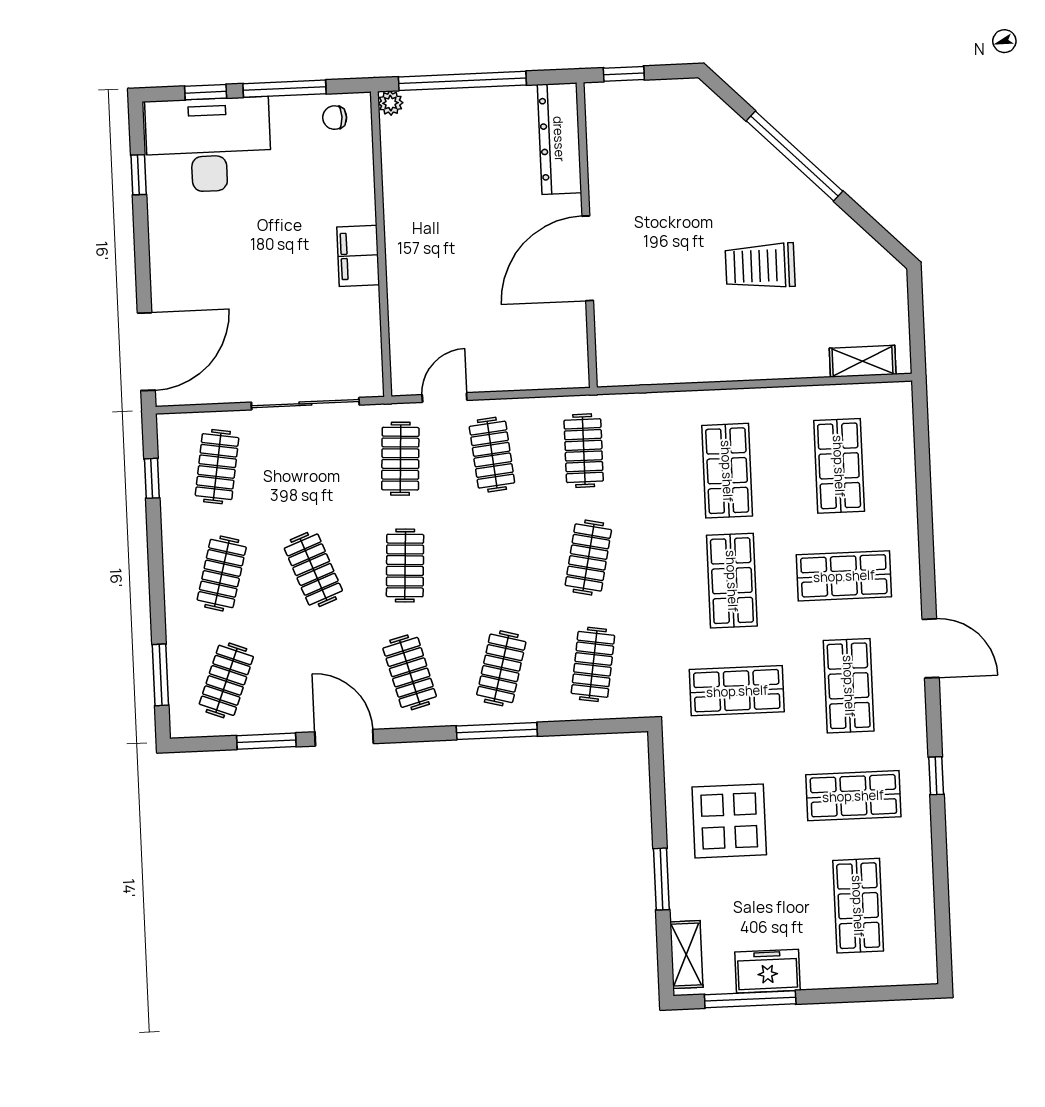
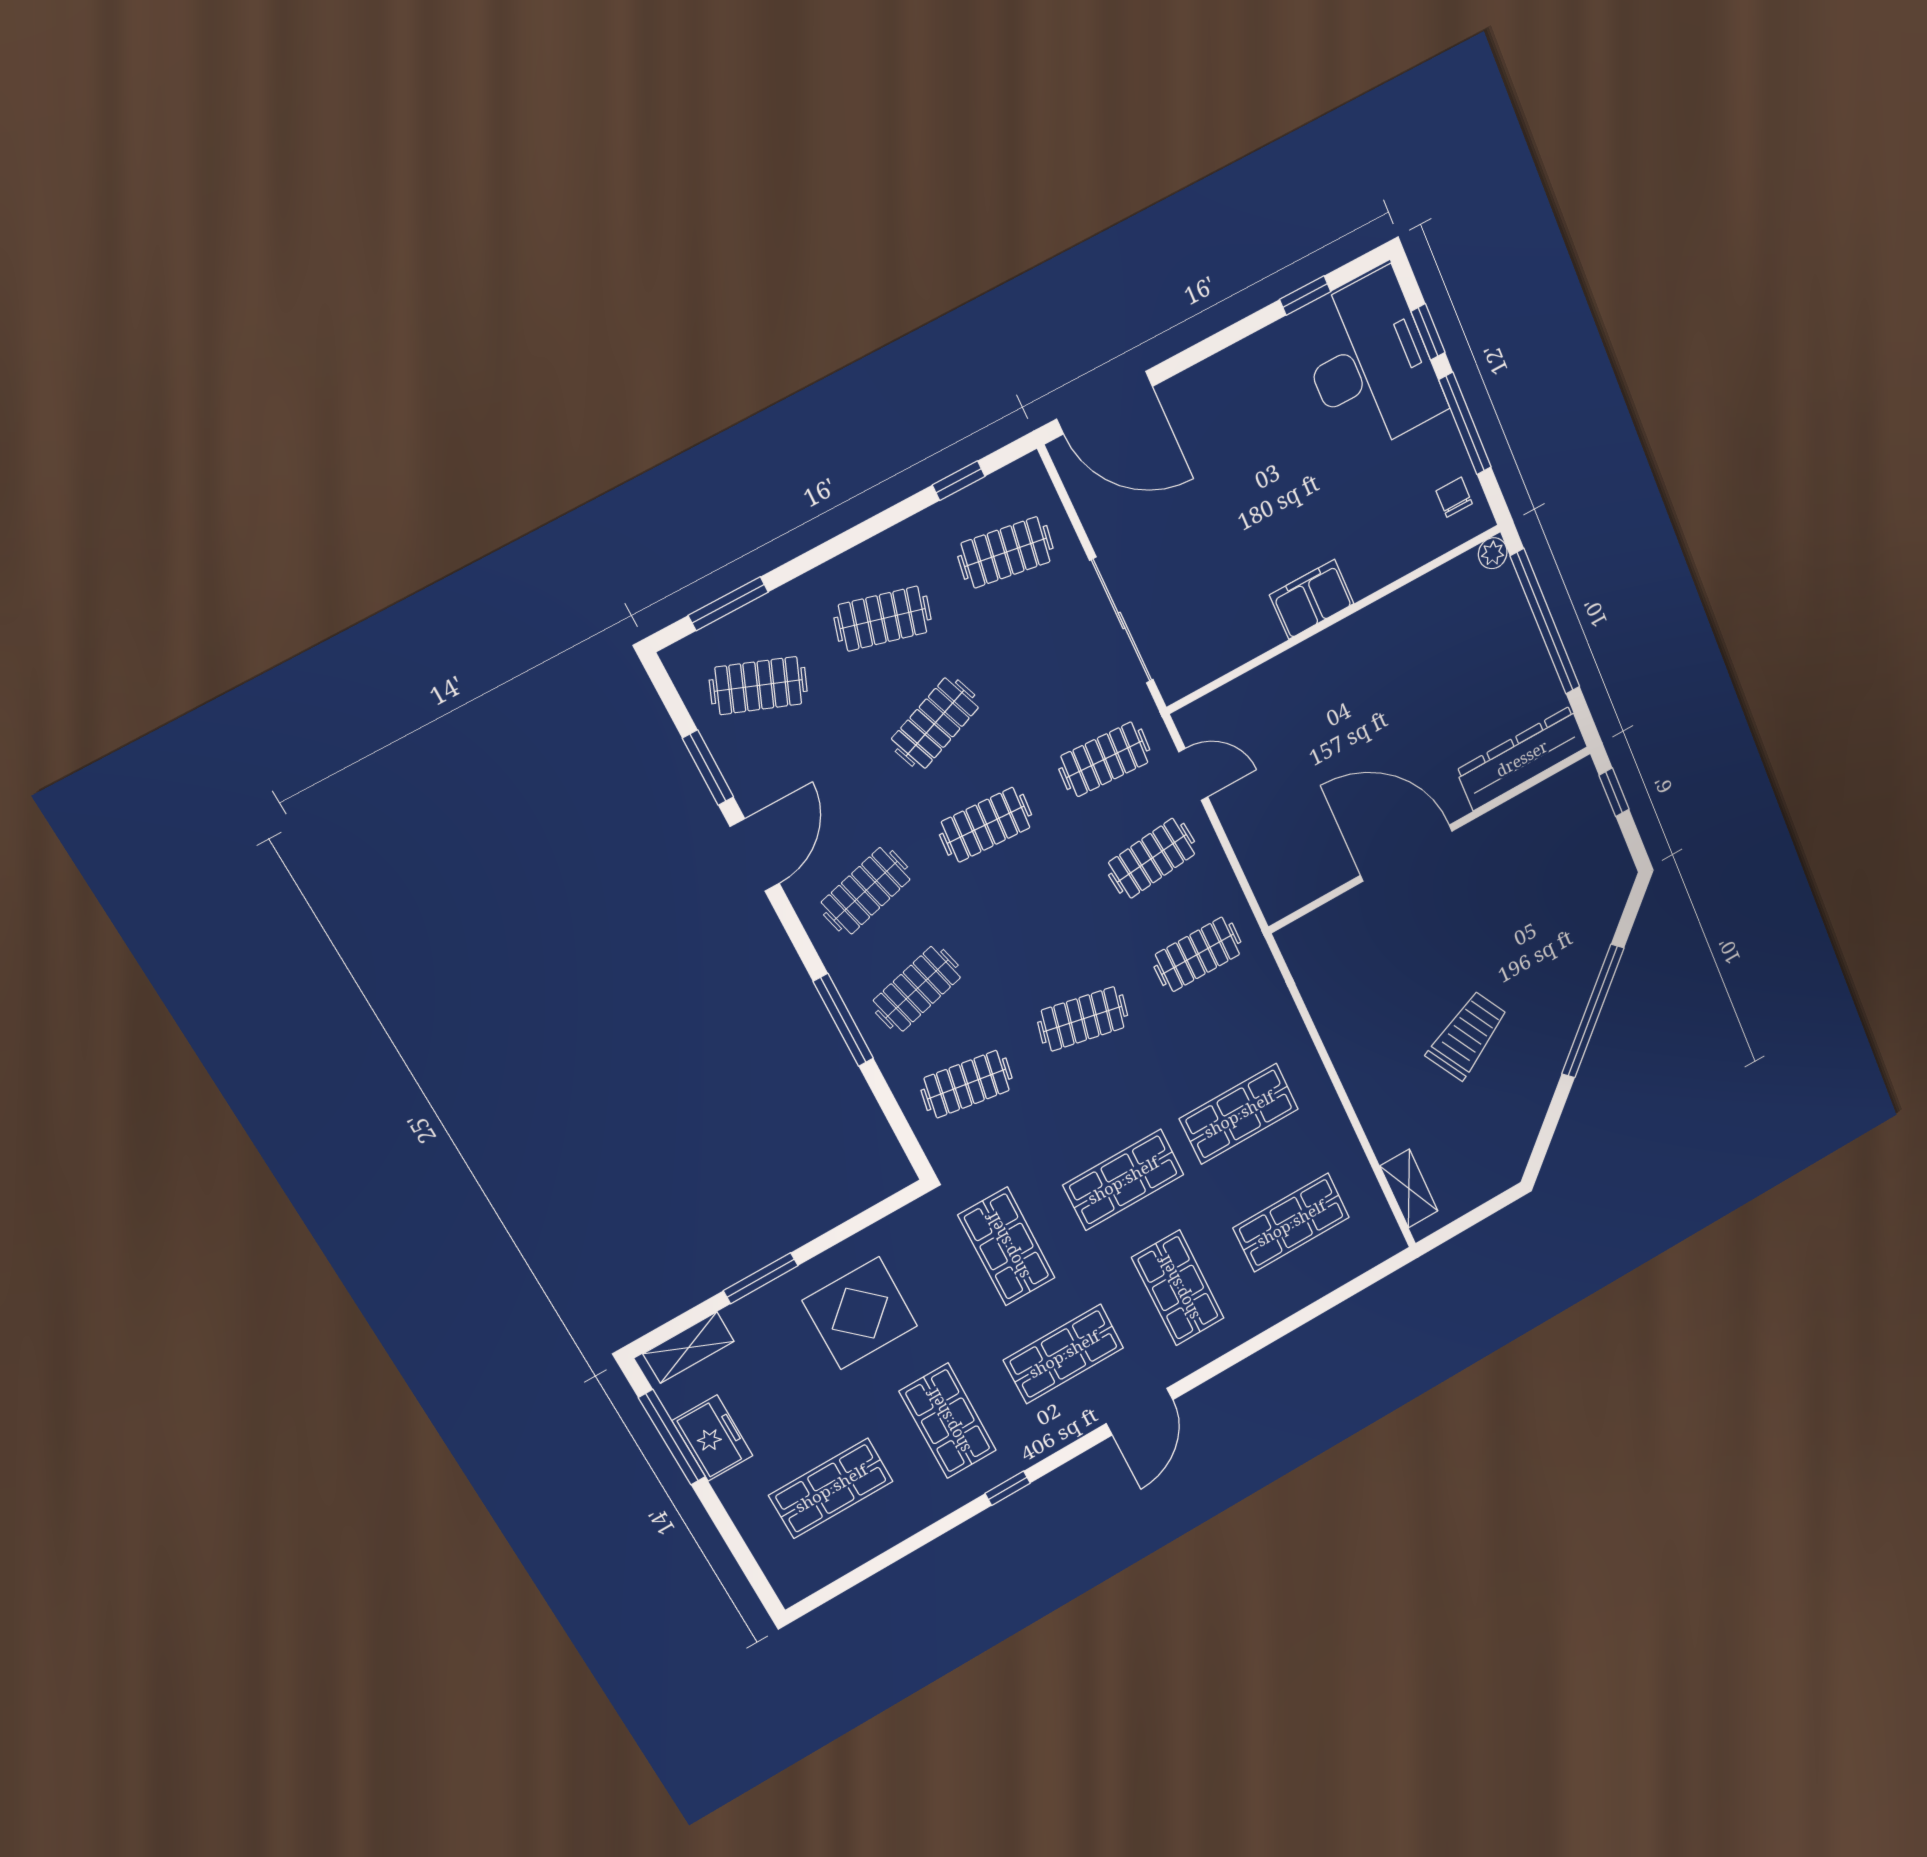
trolley: (760, 266) -> (1467, 1035), turned 62
clothes rail: (501, 668) -> (917, 989), turned -30

